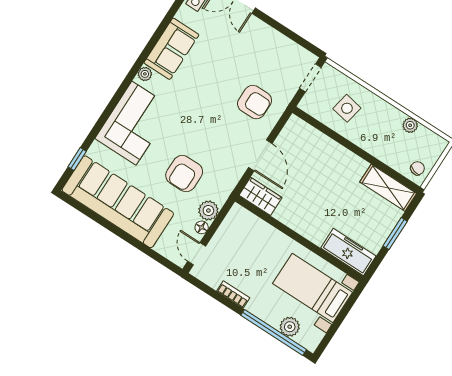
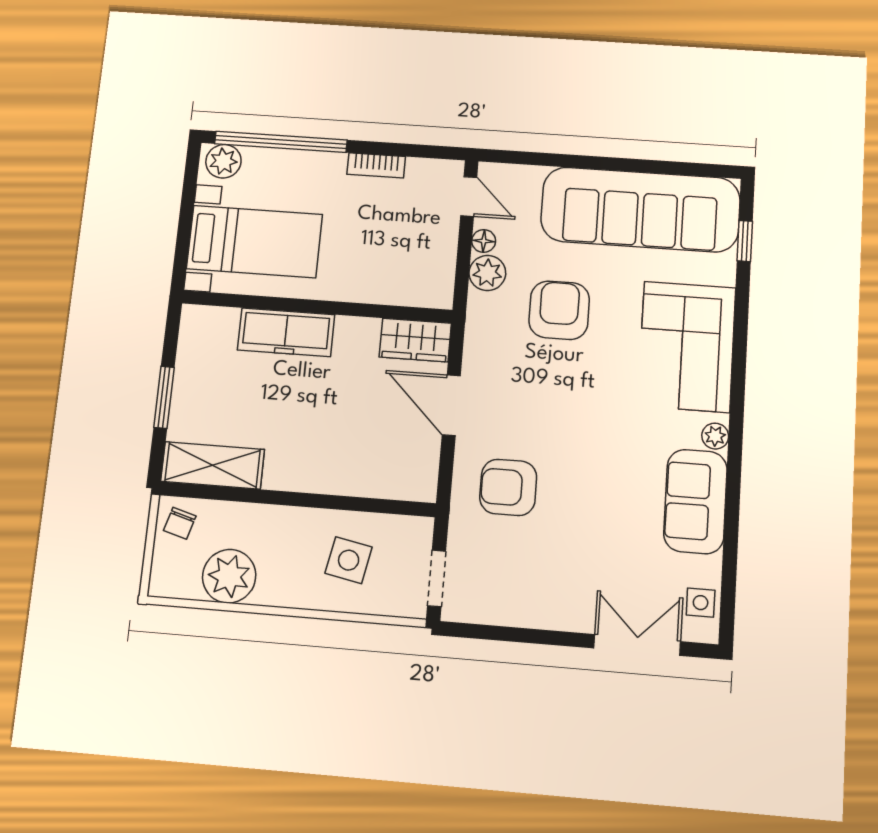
plant: (410, 125) -> (229, 576), width x1.88, depth x1.88
freezer: (348, 252) -> (286, 332), moved
plant: (290, 327) -> (223, 161), moved

